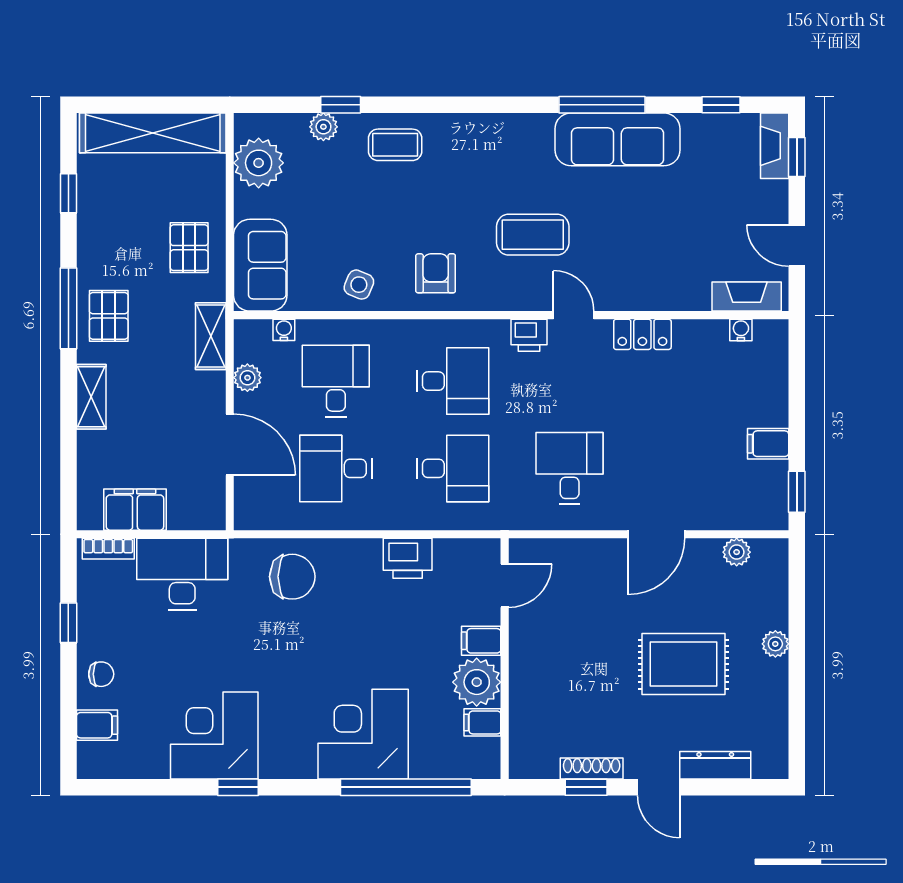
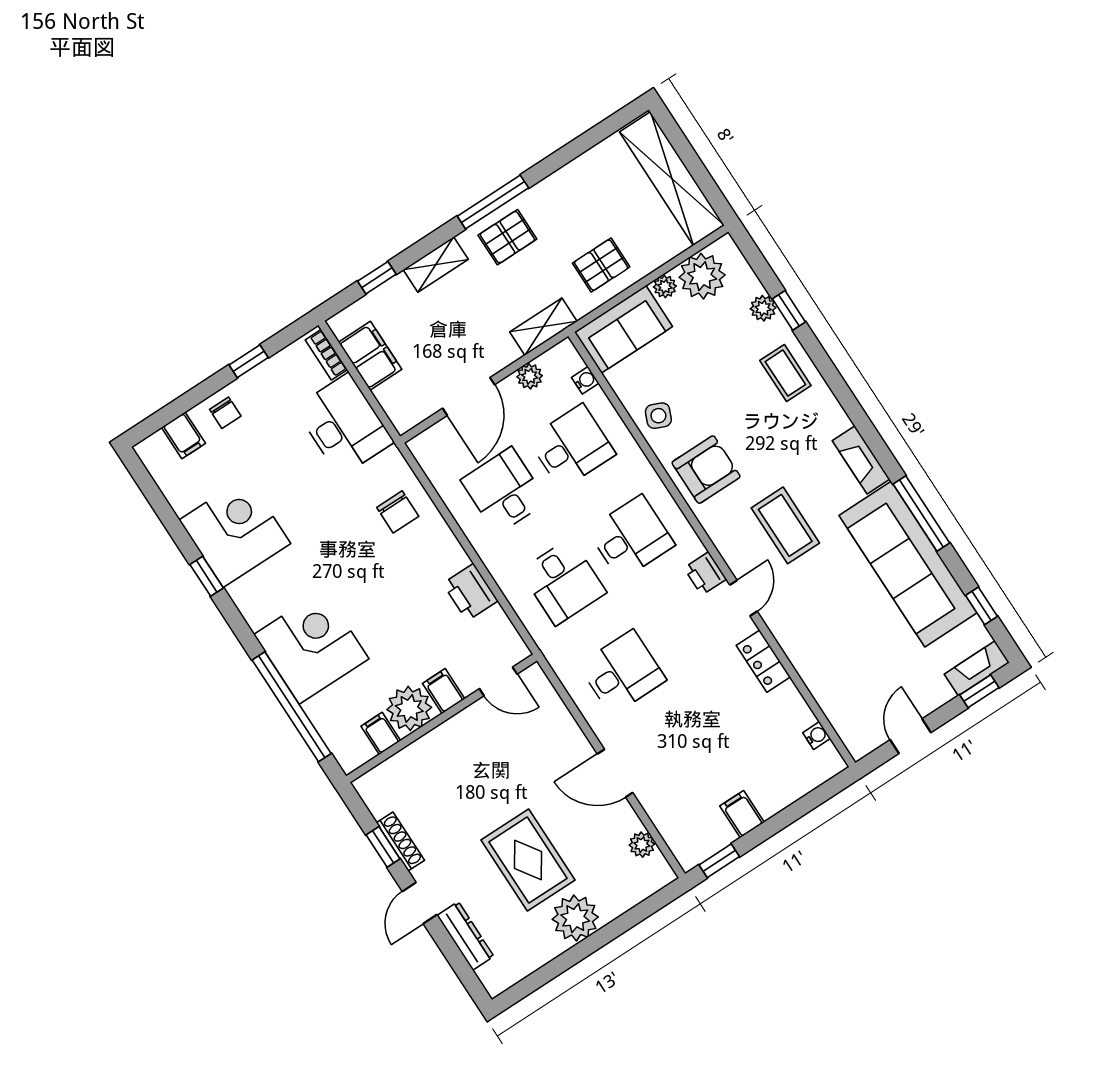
sofa: (617, 139) -> (908, 564), width x1.36, depth x1.27
window: (68, 193) -> (377, 278), moved
plant: (246, 203) -> (665, 286), added
armchair: (436, 273) -> (706, 470), width x1.38, depth x1.38
fireplace: (747, 296) -> (861, 460), moved, turned 180
desk: (453, 381) -> (631, 537), turned -90
chair: (292, 577) -> (398, 512), width x0.73, depth x0.73
plant: (775, 644) -> (575, 918), width x1.88, depth x1.88

